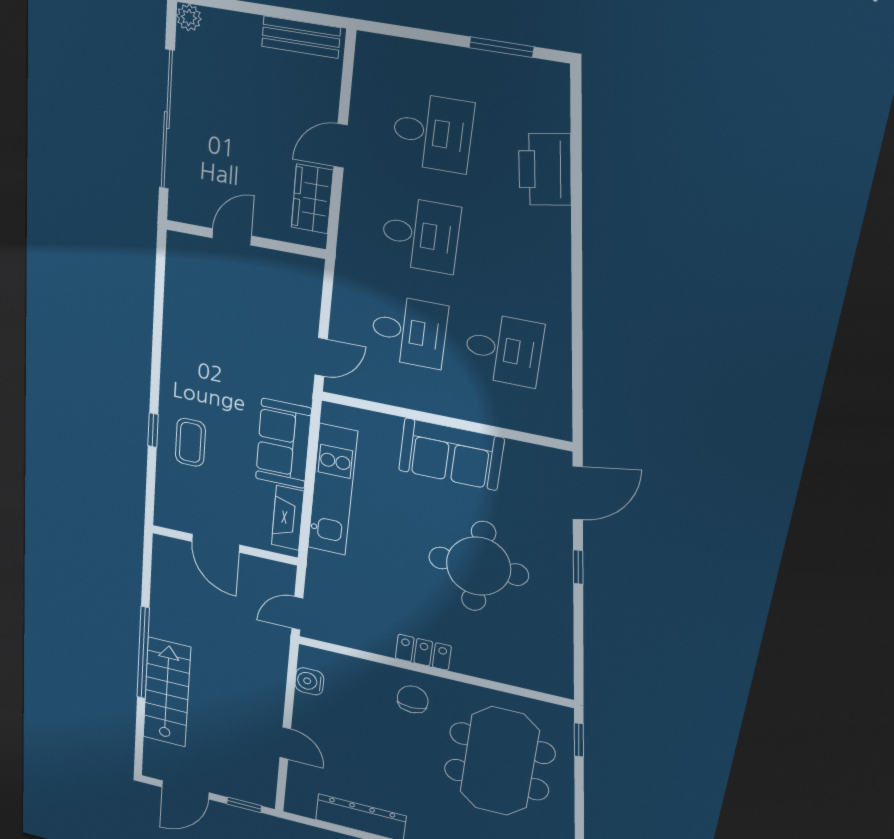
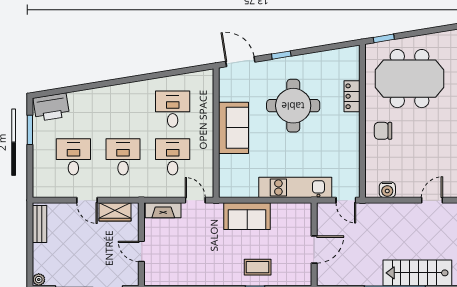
printer: (545, 169) -> (51, 107), moved
kitchen unit: (332, 490) -> (295, 187), moved
fireplace: (288, 518) -> (163, 210), moved
locker: (423, 652) -> (352, 96), moved

